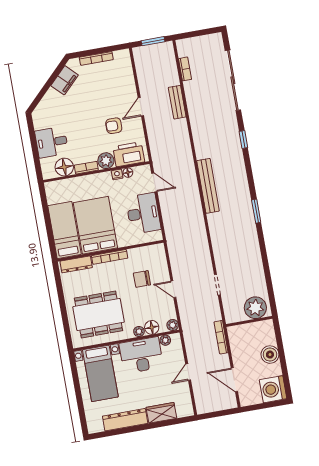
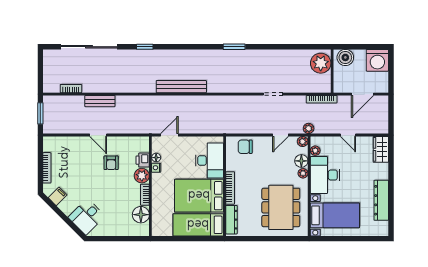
filing cabinet: (64, 80) -> (58, 196), width x0.50
desk: (52, 142) -> (87, 217), moved, turned 45
printer: (129, 154) -> (143, 160), width x0.53, depth x0.68
window: (256, 211) -> (234, 47), moved
desk: (143, 213) -> (209, 161), moved, turned 90
chair: (142, 279) -> (245, 147), moved, turned 90
door: (173, 289) -> (280, 135), moved
plant: (255, 308) -> (321, 63), moved
wall: (249, 321) -> (332, 71), moved
plant: (188, 329) -> (309, 128), added
wardrobe: (161, 413) -> (381, 149), moved

